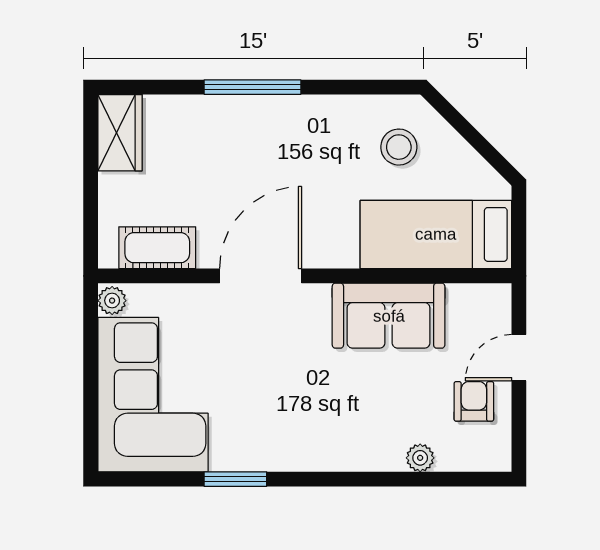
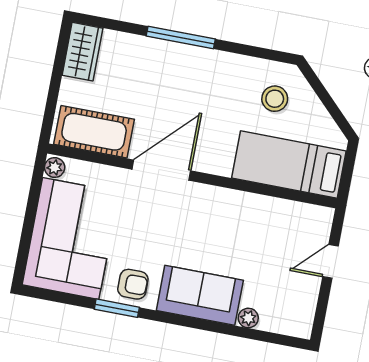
cot: (157, 248) -> (94, 132), width x1.37, depth x1.34
sofa: (389, 316) -> (200, 295), moved, turned 180
armchair: (474, 401) -> (133, 284), moved, turned 90

